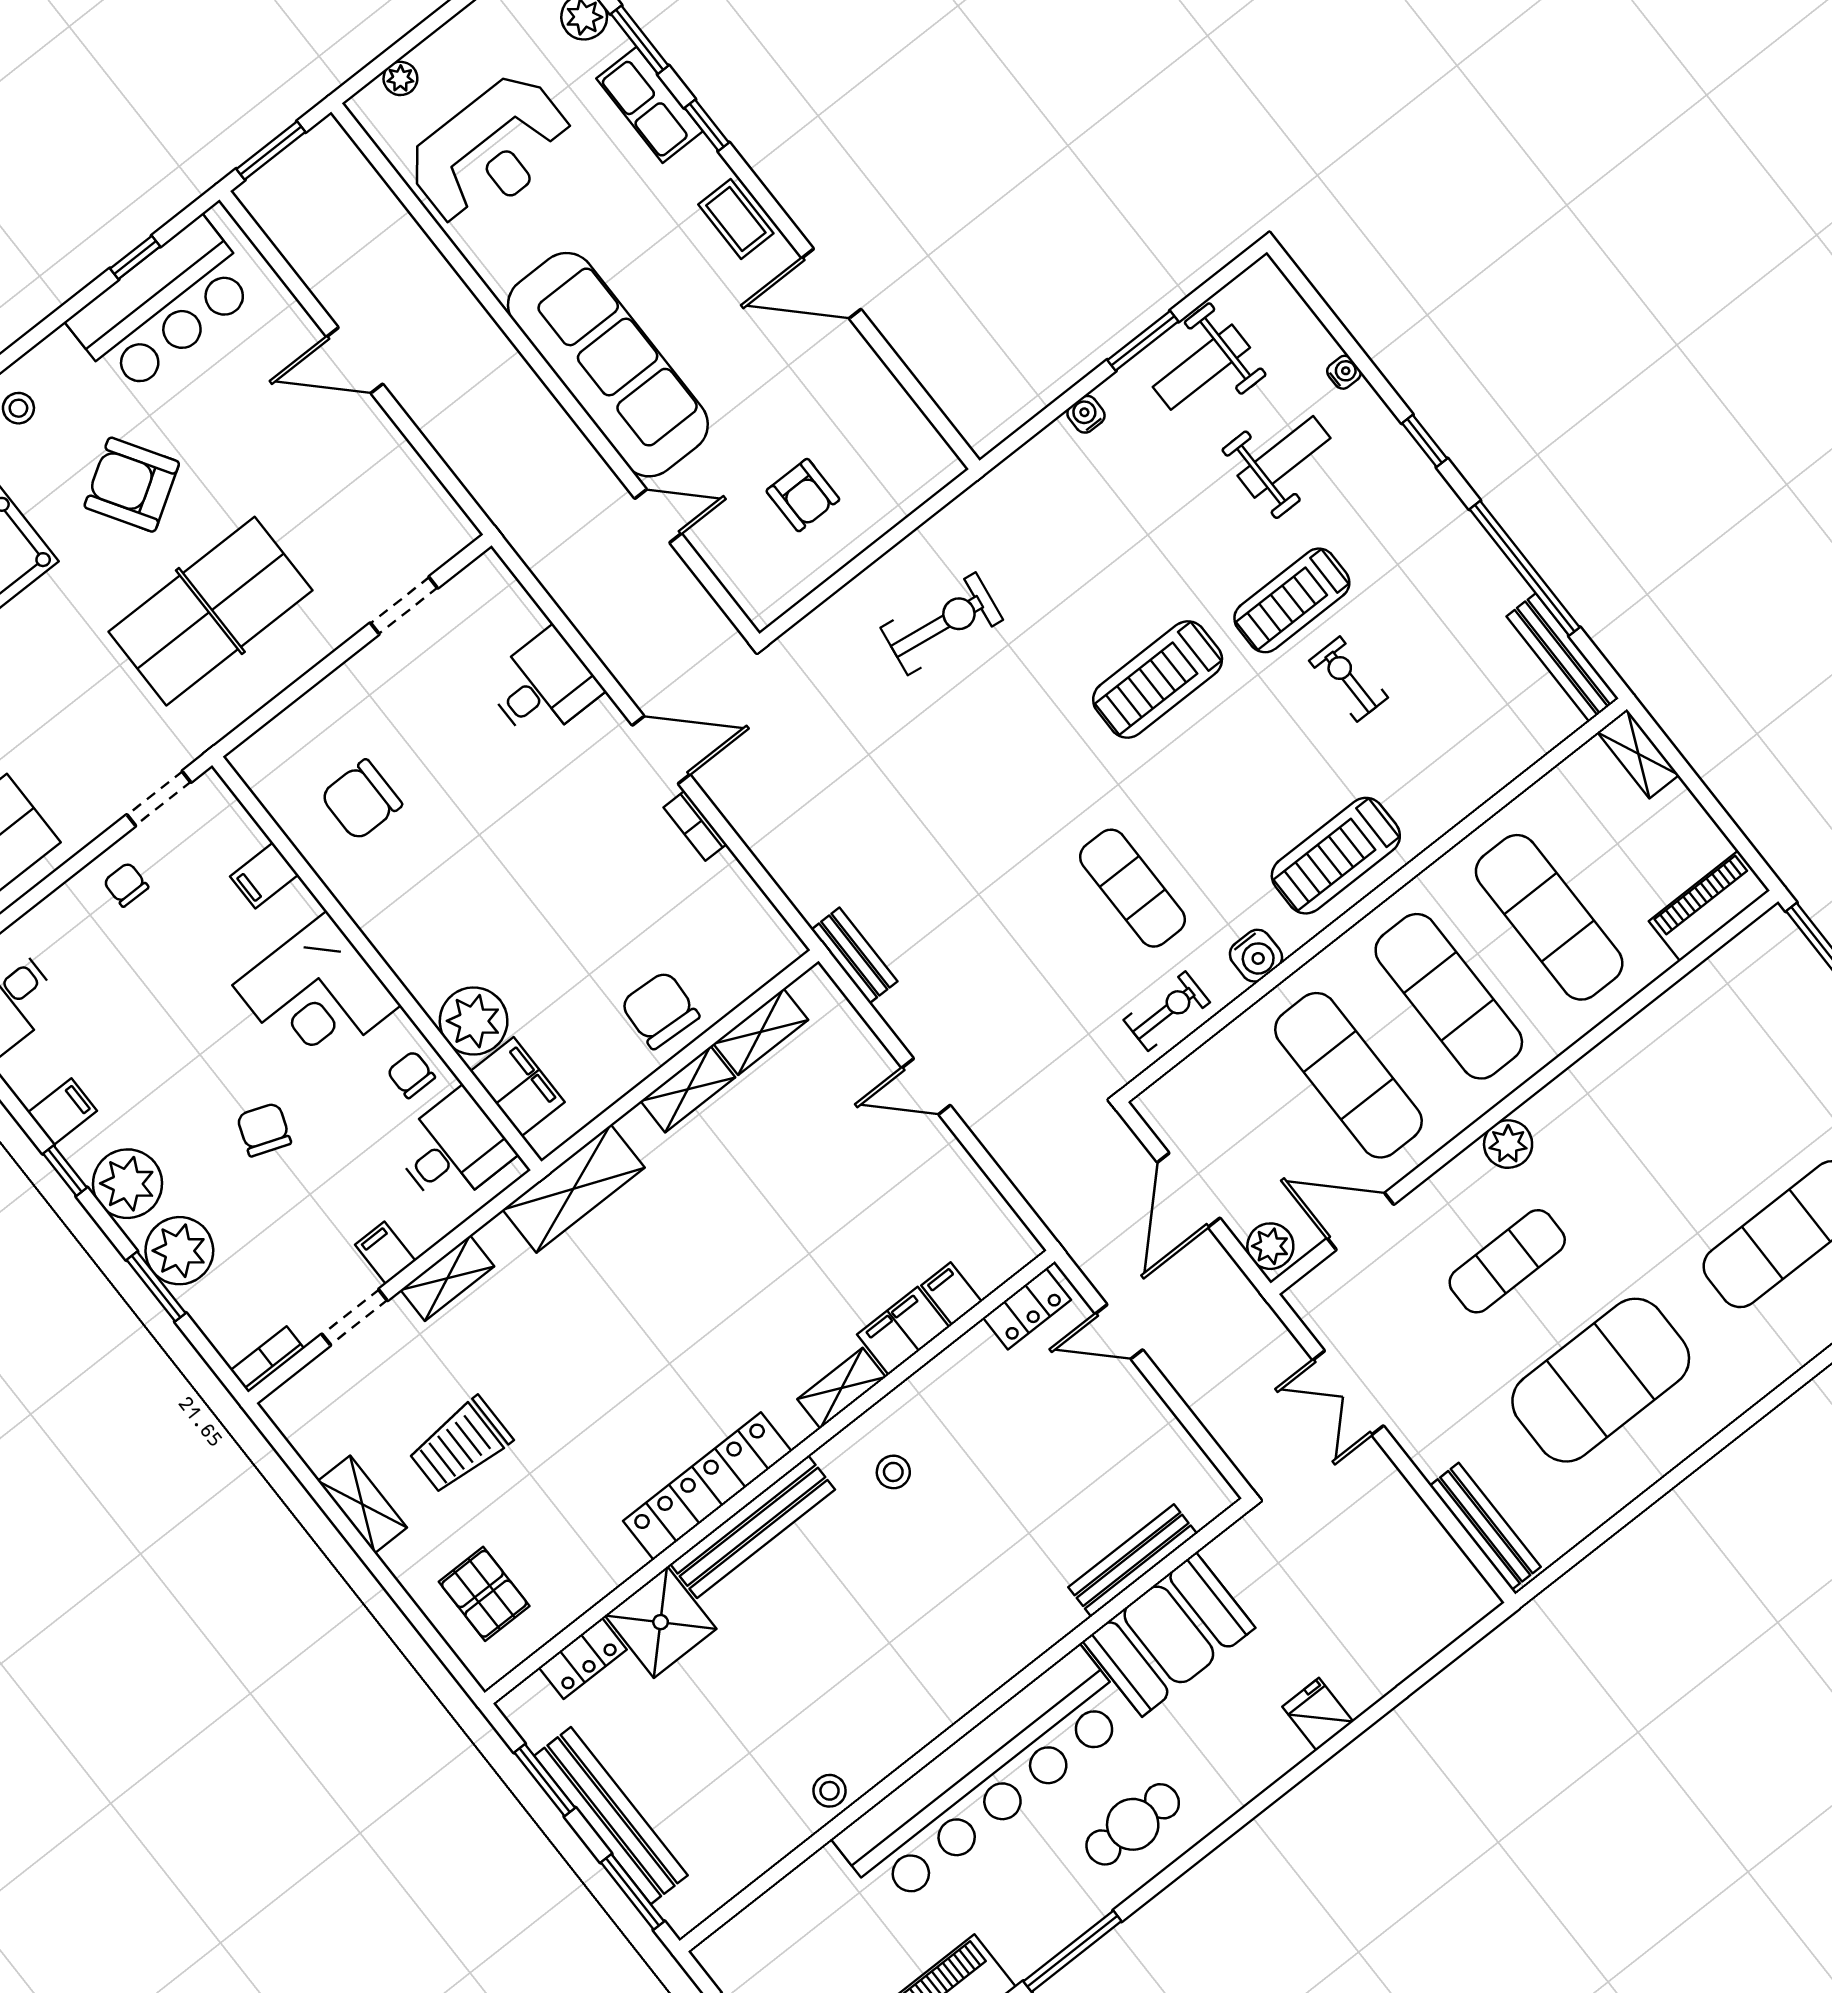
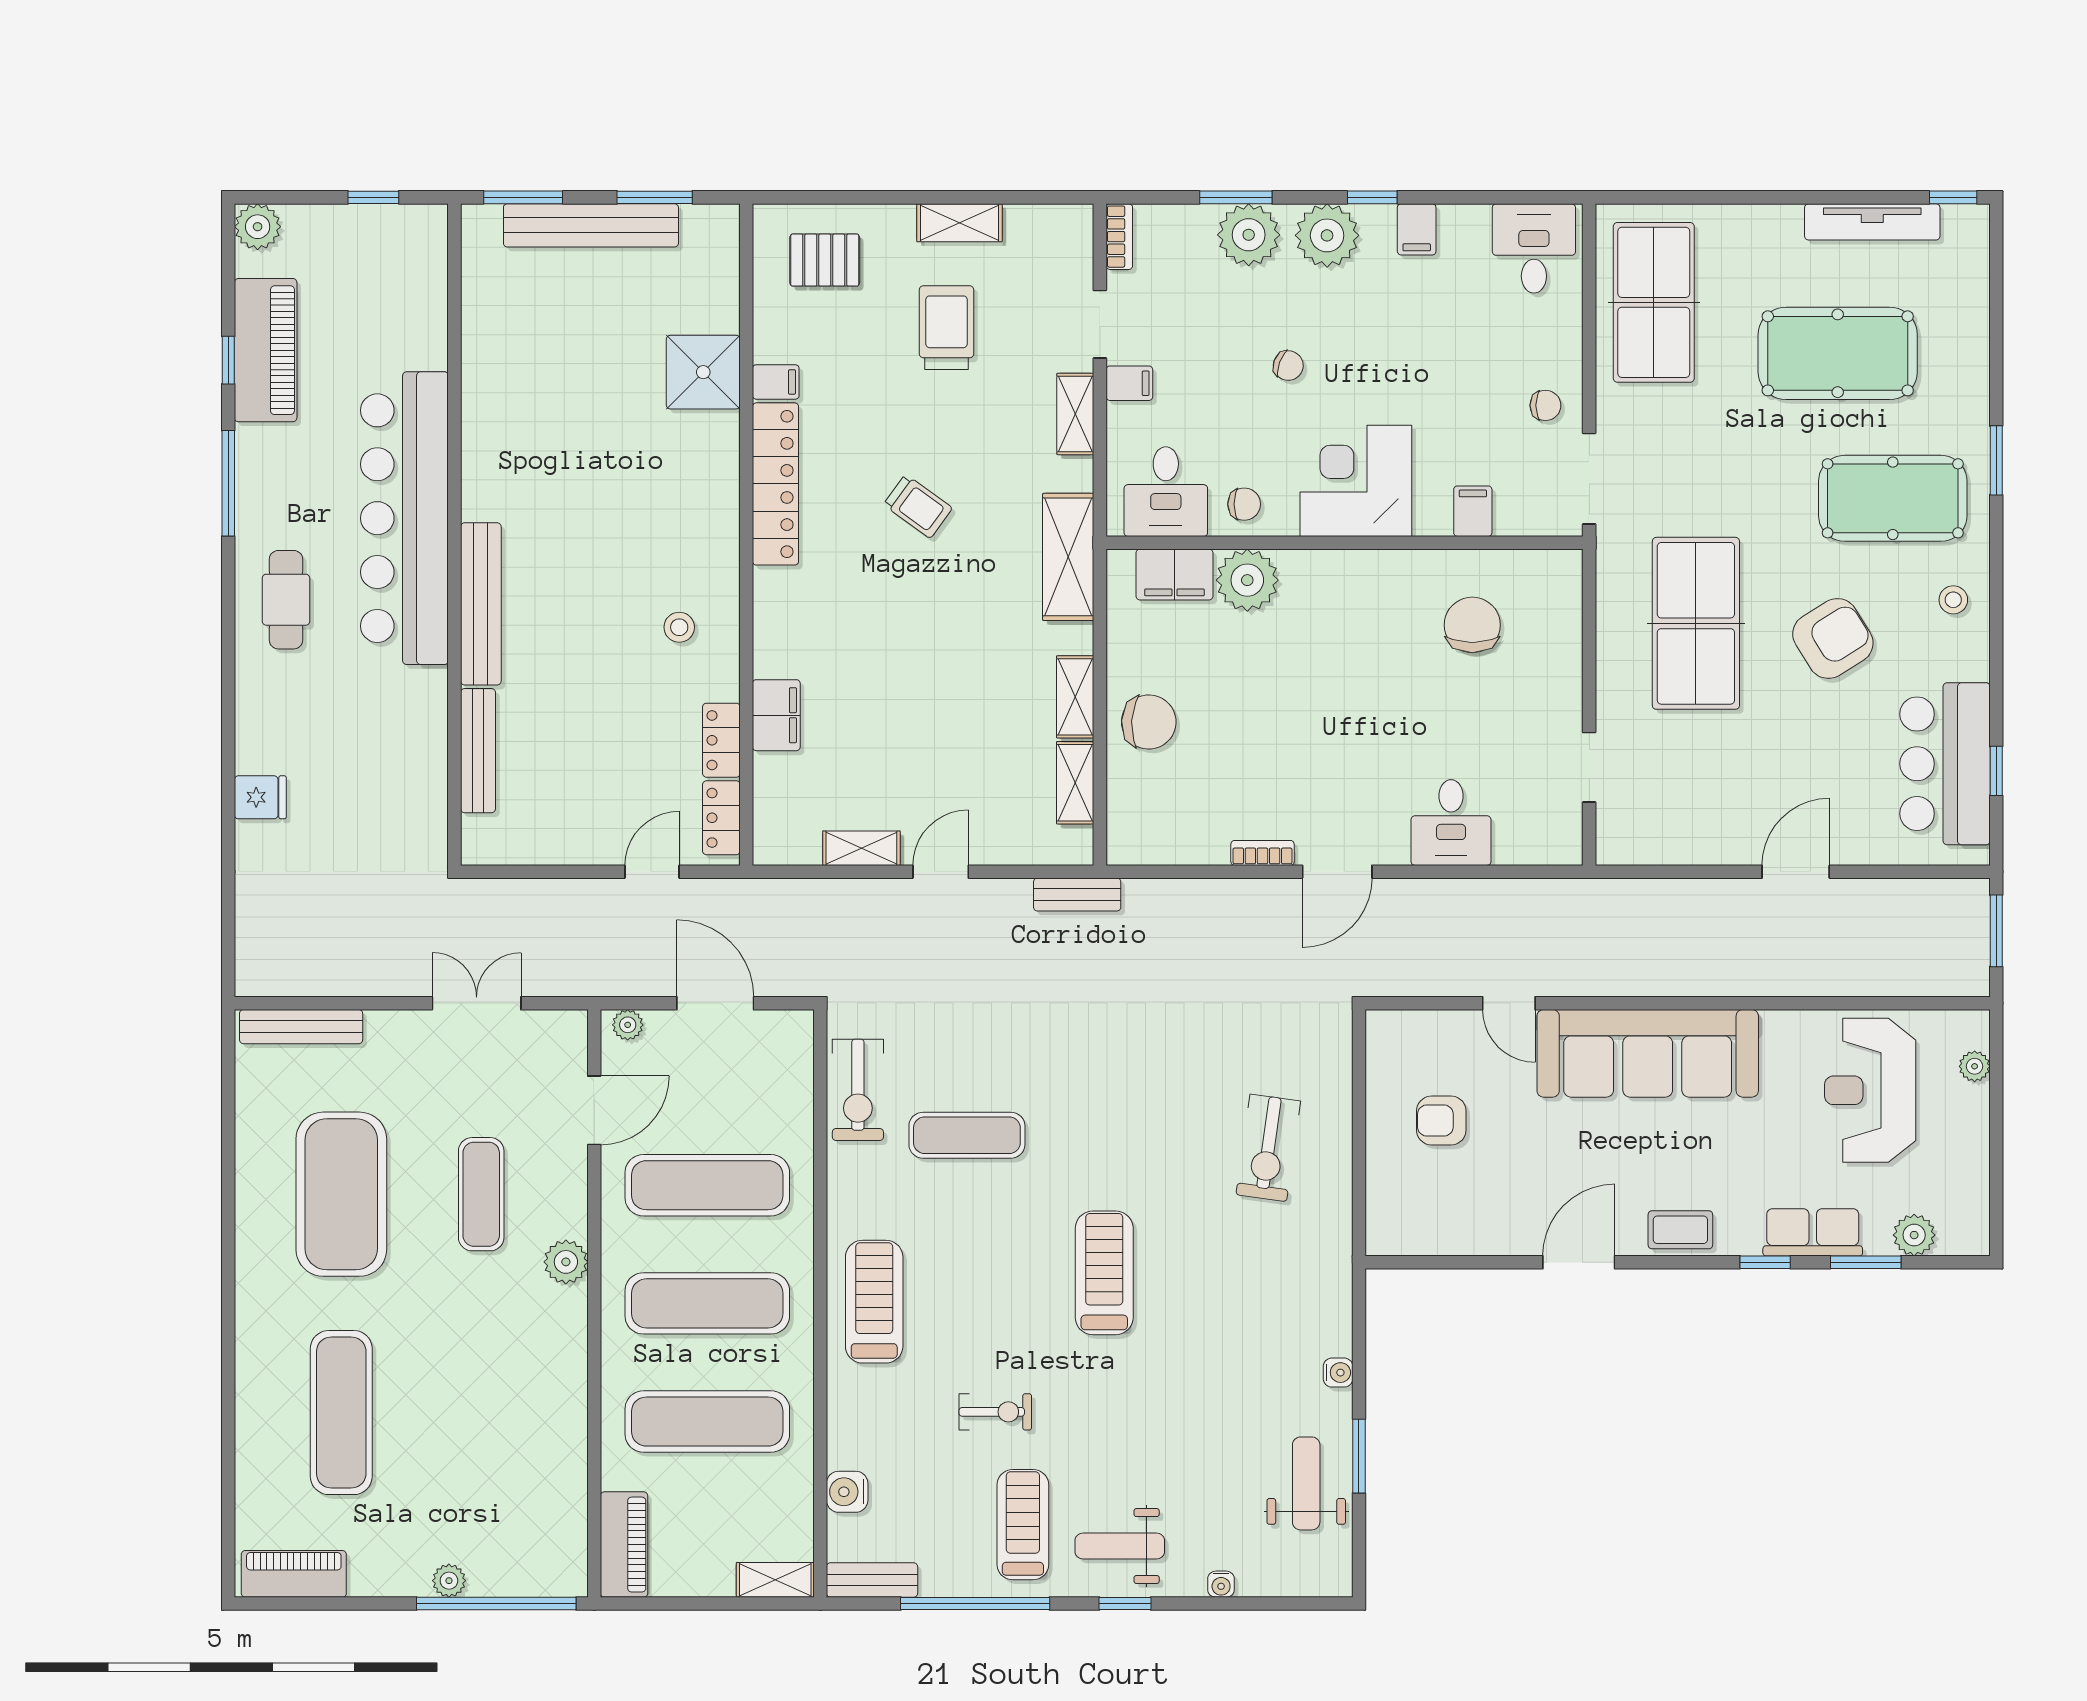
weight bench: (1284, 457) -> (1120, 1546), moved, turned 90
door: (658, 516) -> (1509, 1003), hinge flipped
treadmill: (1292, 600) -> (1023, 1525), moved
bench: (1563, 657) -> (872, 1580), width x0.73
doorway: (159, 798) -> (1589, 479), width x1.38
water cooler: (1256, 956) -> (847, 1492), moved
exercise bike: (1167, 1011) -> (858, 1090), width x1.38, depth x1.39
chair: (264, 1130) -> (1288, 366), width x0.73, depth x0.73
plant: (1270, 1246) -> (628, 1025), width x0.73, depth x0.73
filing cabinet: (951, 1294) -> (776, 382), moved
trolley: (631, 1350) -> (918, 506), added
shelving: (842, 1388) -> (861, 848), moved, turned 90
bench: (753, 1527) -> (481, 604), moved
booth: (1169, 1634) -> (403, 735), removed
locker: (583, 1658) -> (721, 740), moved
stool: (830, 1791) -> (484, 398), removed

